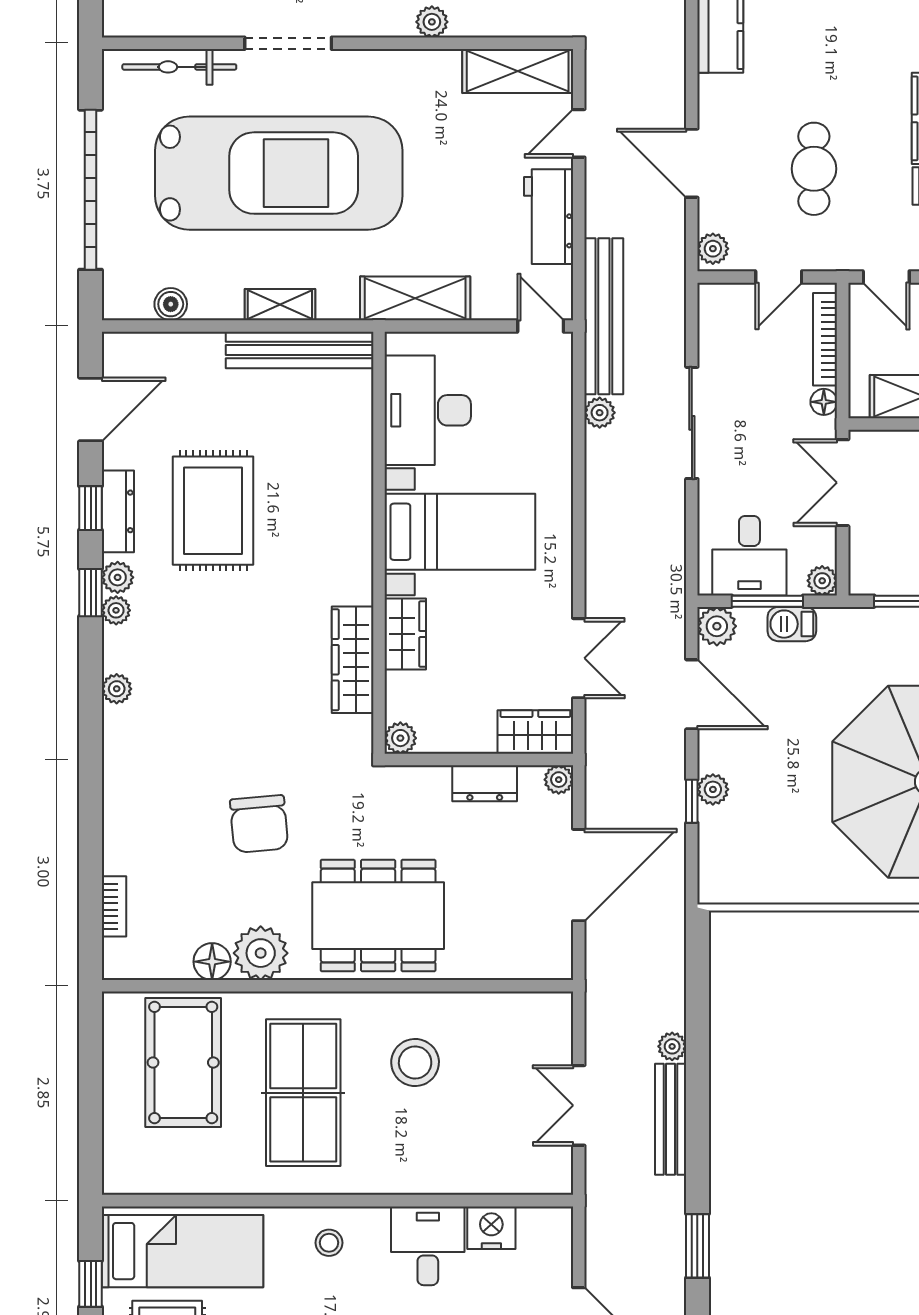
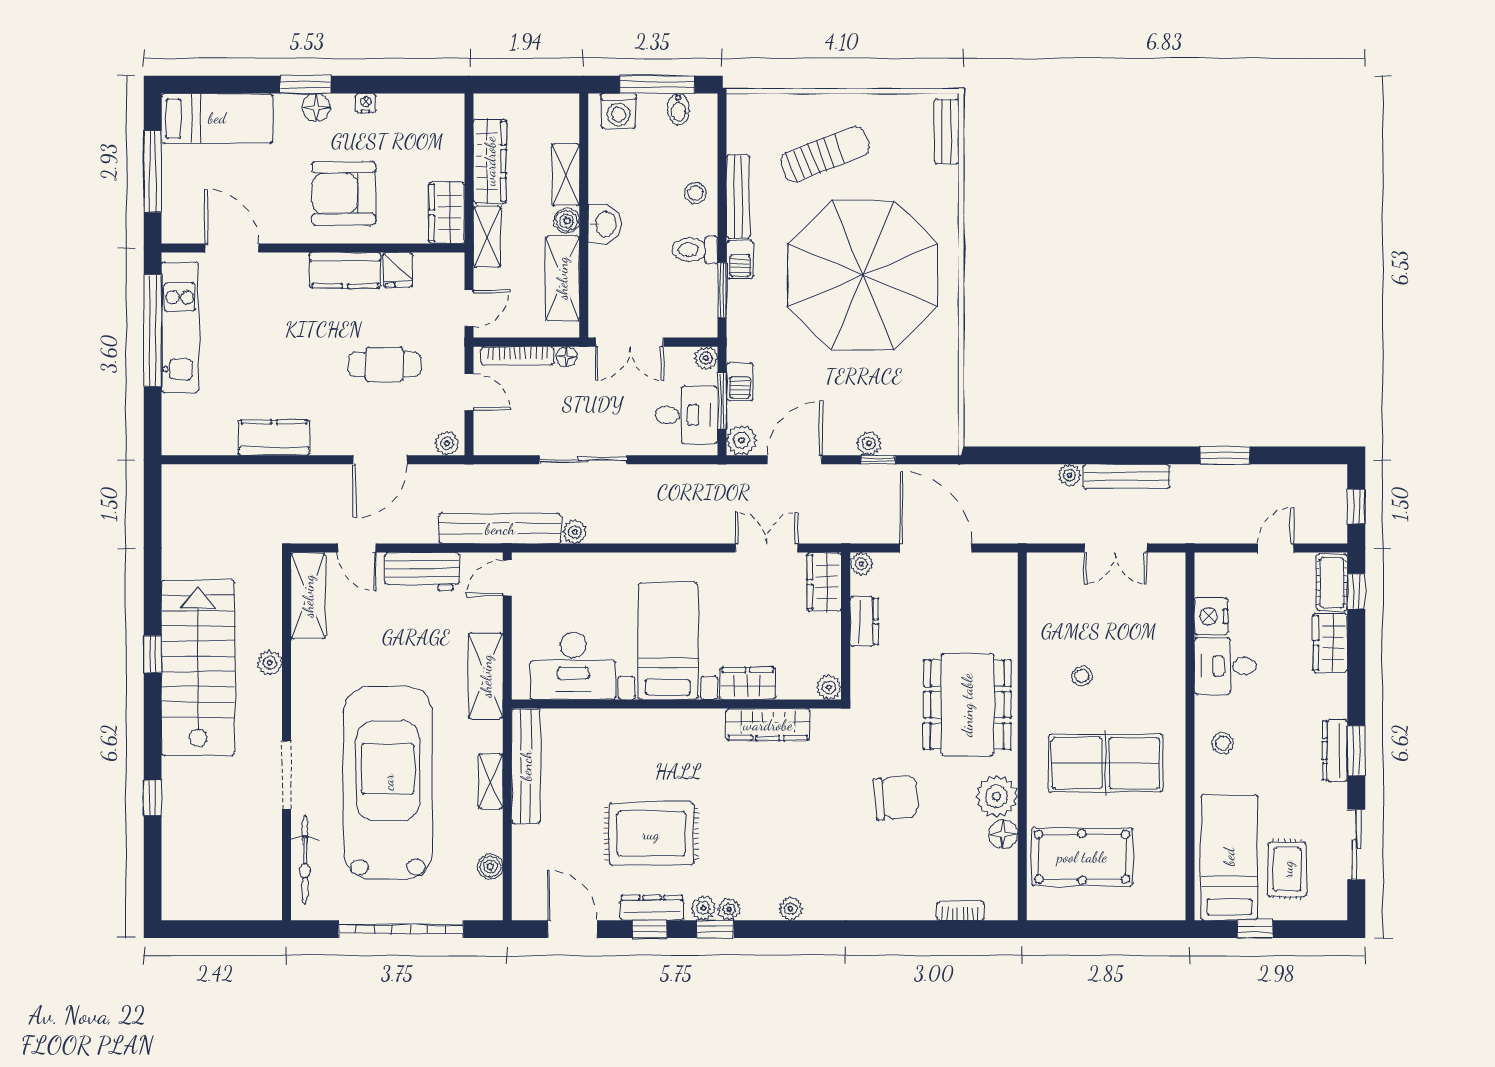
stool: (415, 1062) -> (1082, 676), width x0.53, depth x0.53

